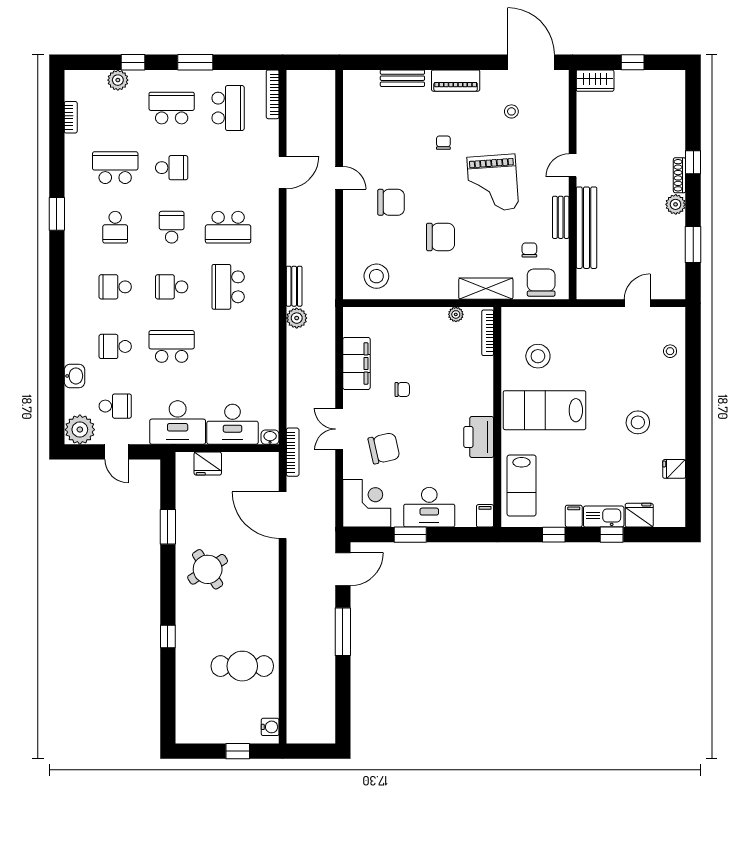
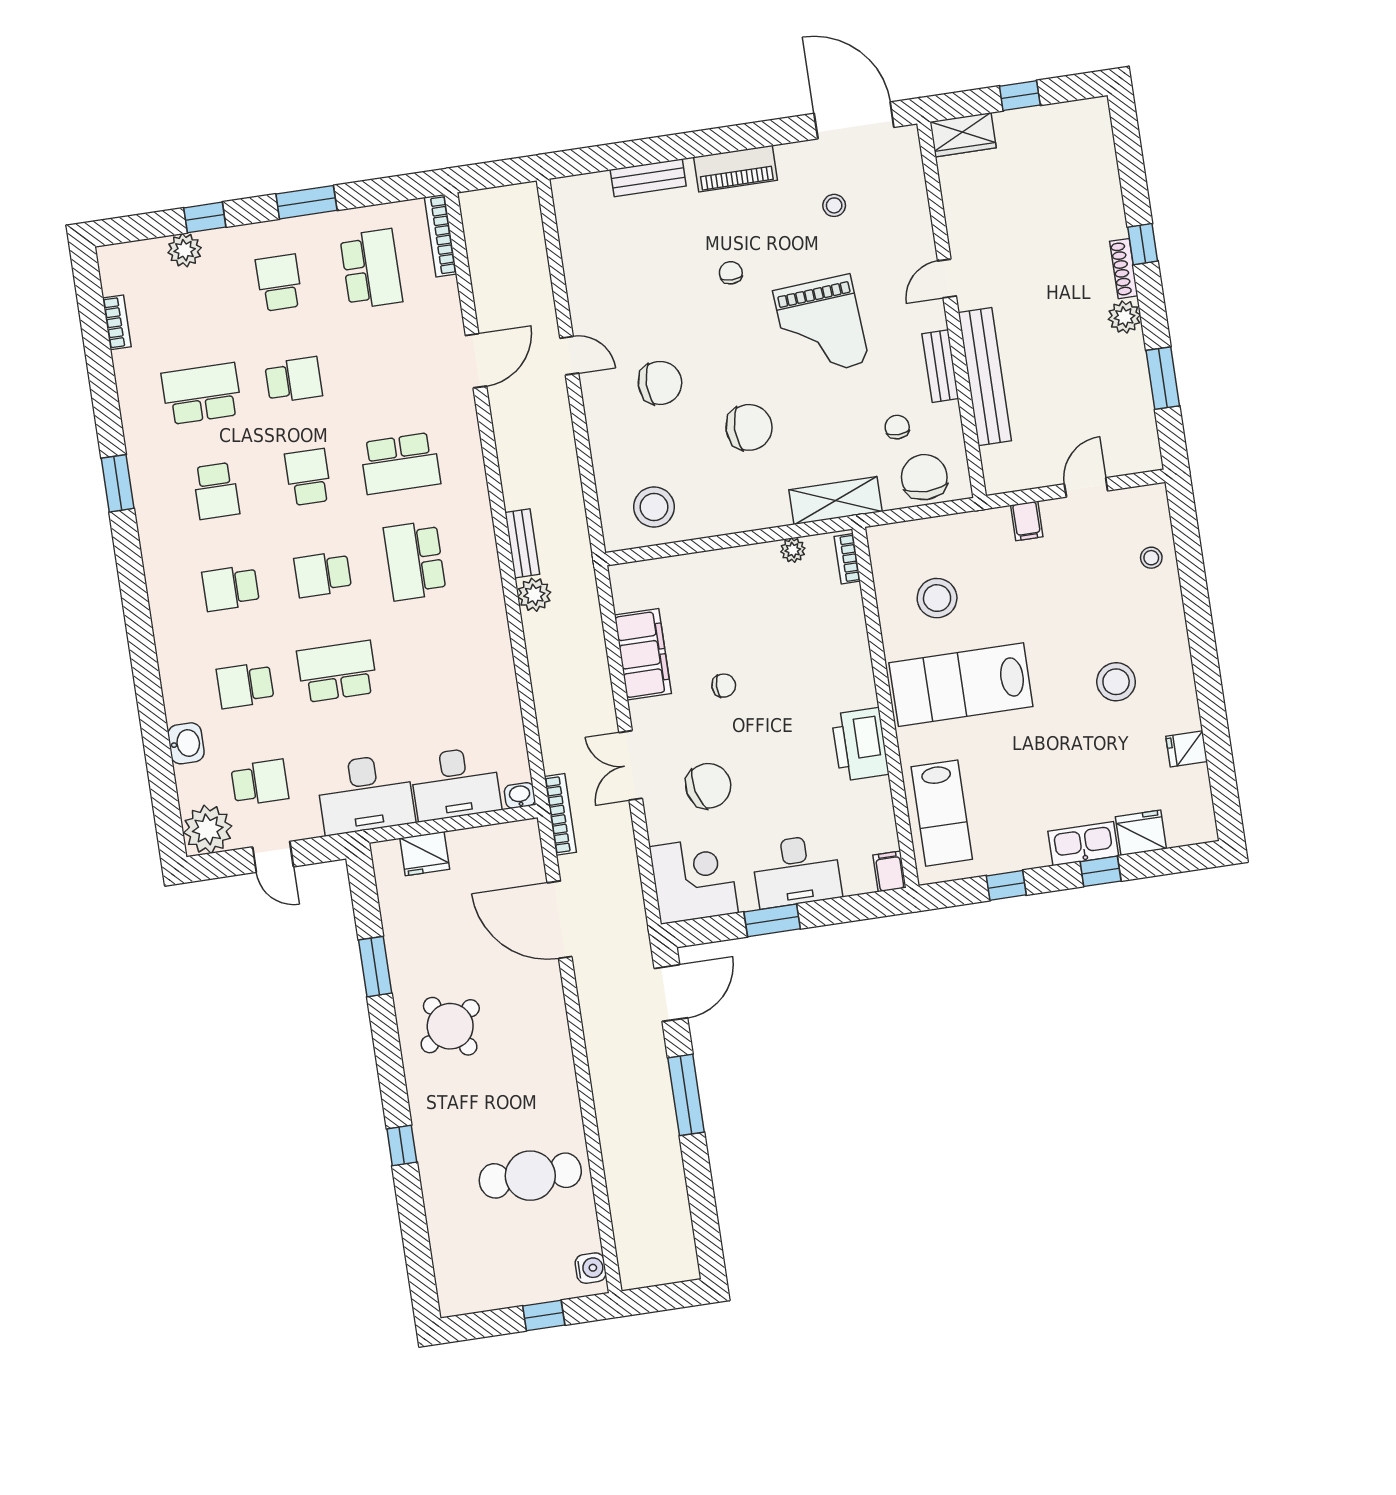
school desk: (172, 108) -> (279, 283), width x0.54
bookcase: (488, 333) -> (847, 559), width x0.64
filing cabinet: (574, 516) -> (1027, 521), moved, turned 180

